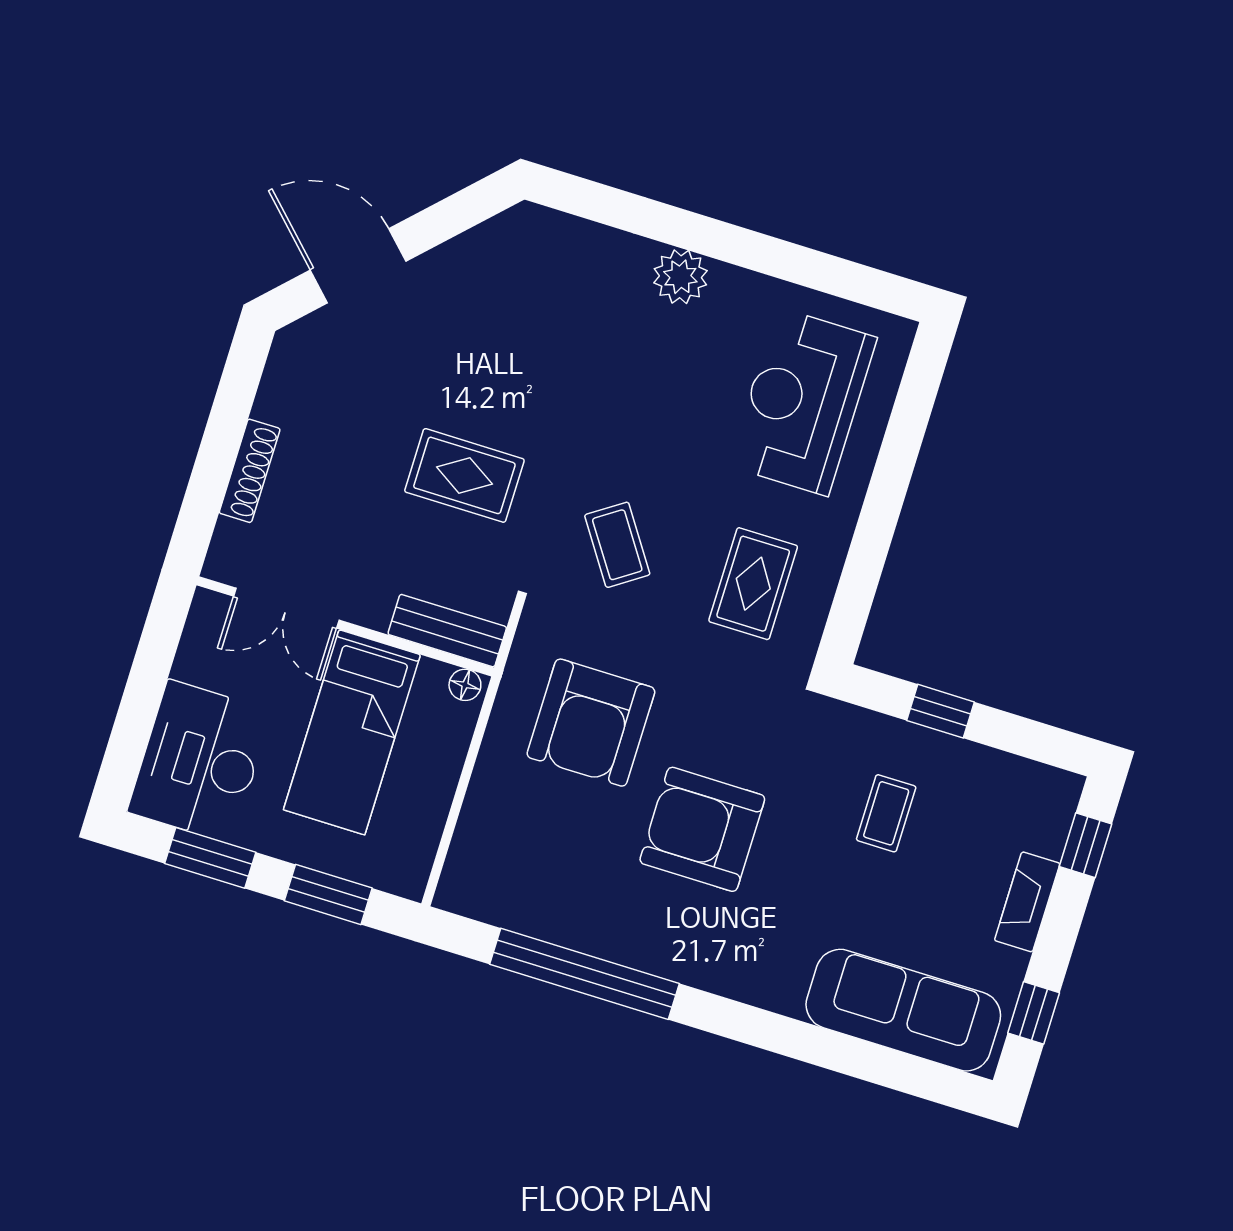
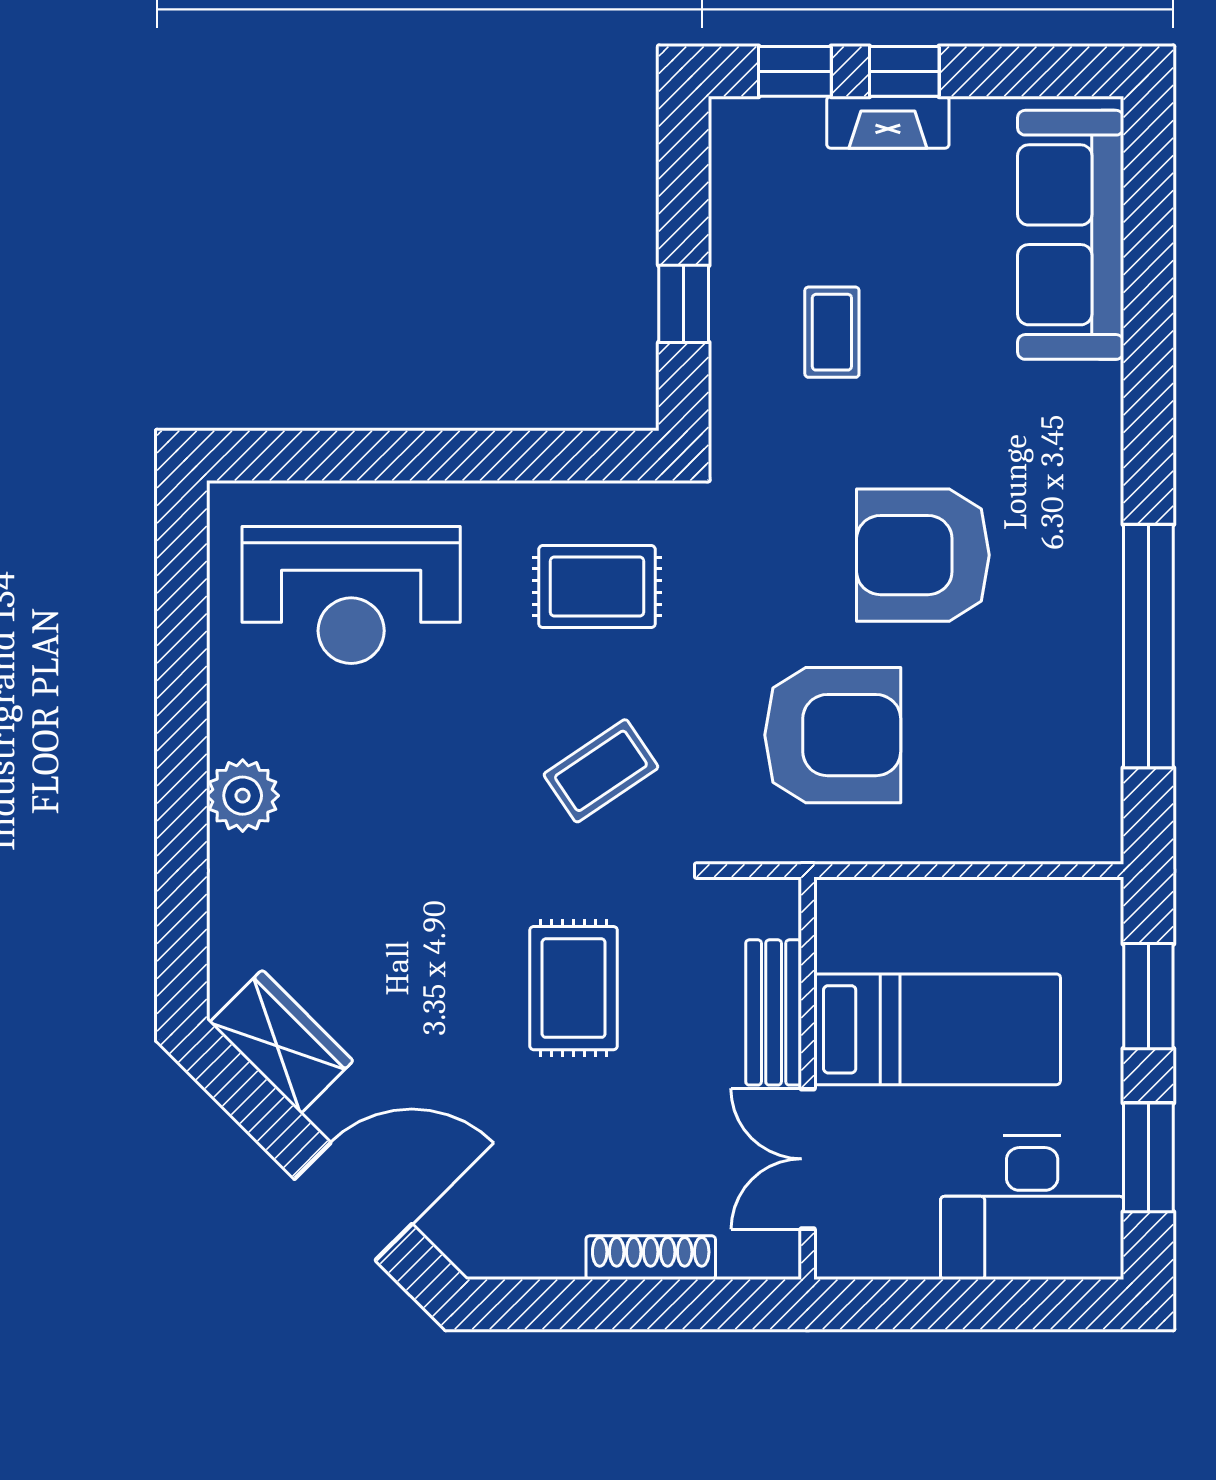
wardrobe: (491, 249) -> (281, 1042), added
door: (358, 266) -> (353, 1201), swing flipped
double door: (286, 608) -> (808, 1159), swing flipped
bench: (447, 631) -> (774, 1012), moved
floor lamp: (465, 685) -> (834, 907), removed
coffee table: (886, 813) -> (832, 332), turned 90
armchair: (702, 829) -> (923, 555), turned 90
window: (1034, 1013) -> (904, 71), moved

